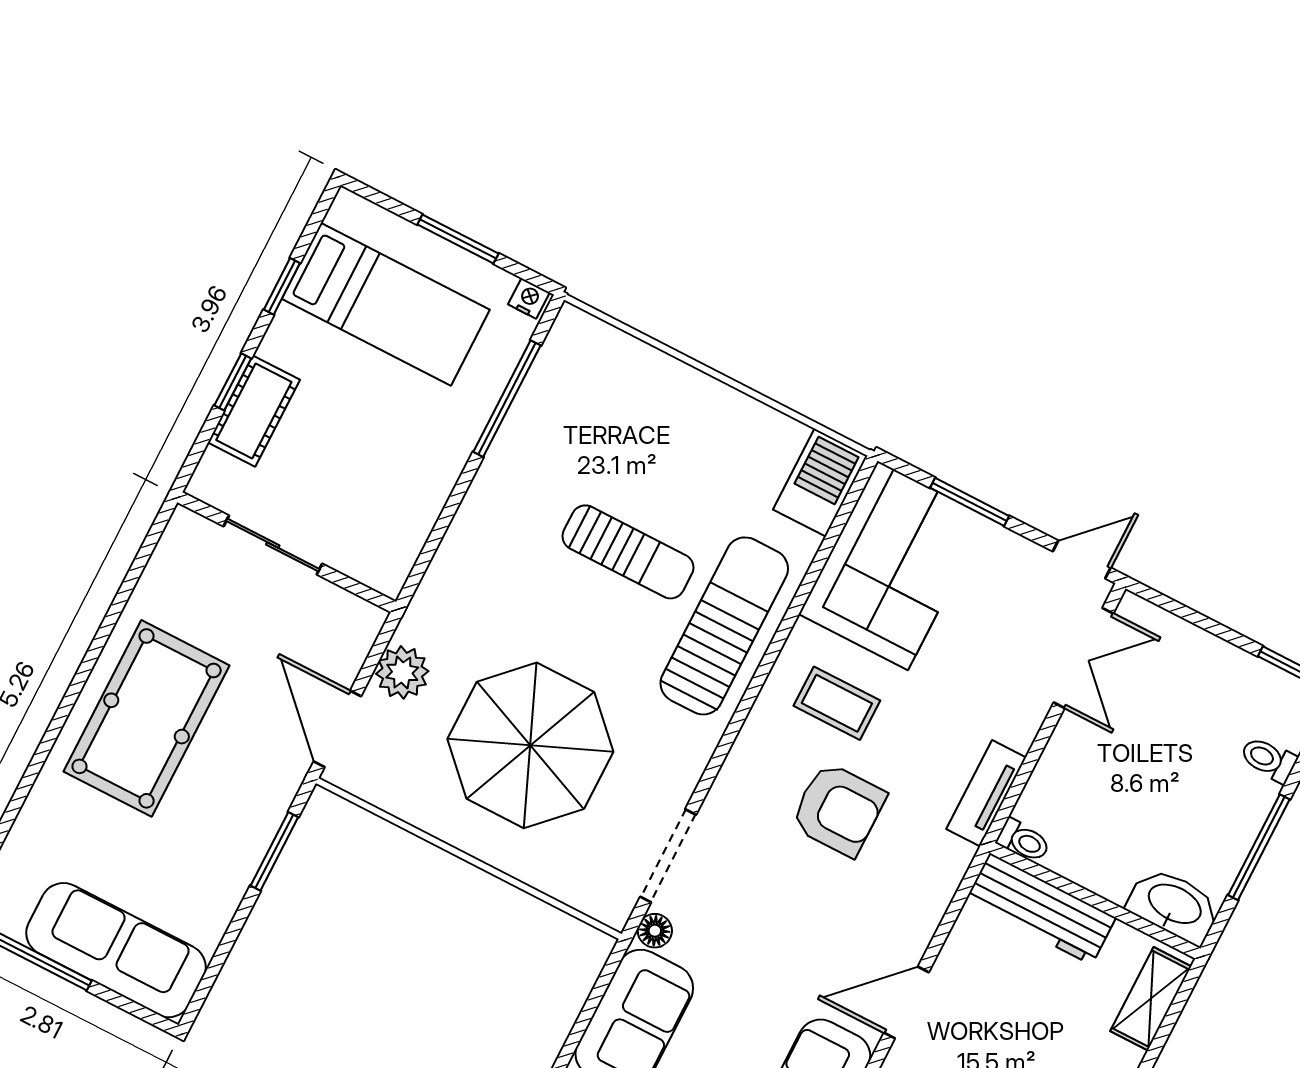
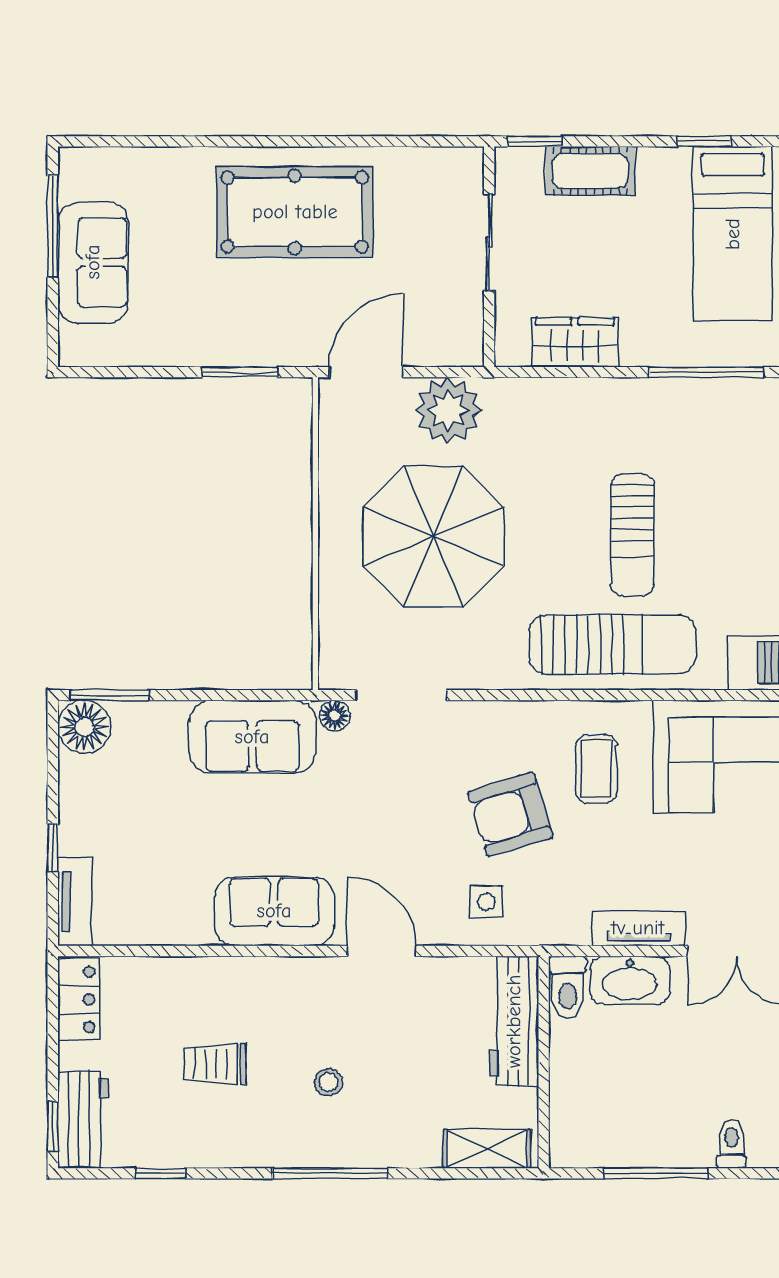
window: (233, 382) -> (535, 141), moved
wardrobe: (413, 511) -> (575, 342), added
plant: (402, 672) -> (448, 410), width x1.36, depth x1.36
tv unit: (986, 793) -> (638, 928), moved
armchair: (838, 809) -> (510, 815), turned 73
toilet: (1023, 841) -> (568, 987), width x1.37, depth x1.39
side table: (911, 876) -> (486, 902), added
washbasin: (1174, 905) -> (630, 980), moved, turned 90
sofa: (116, 950) -> (93, 262), width x0.73

